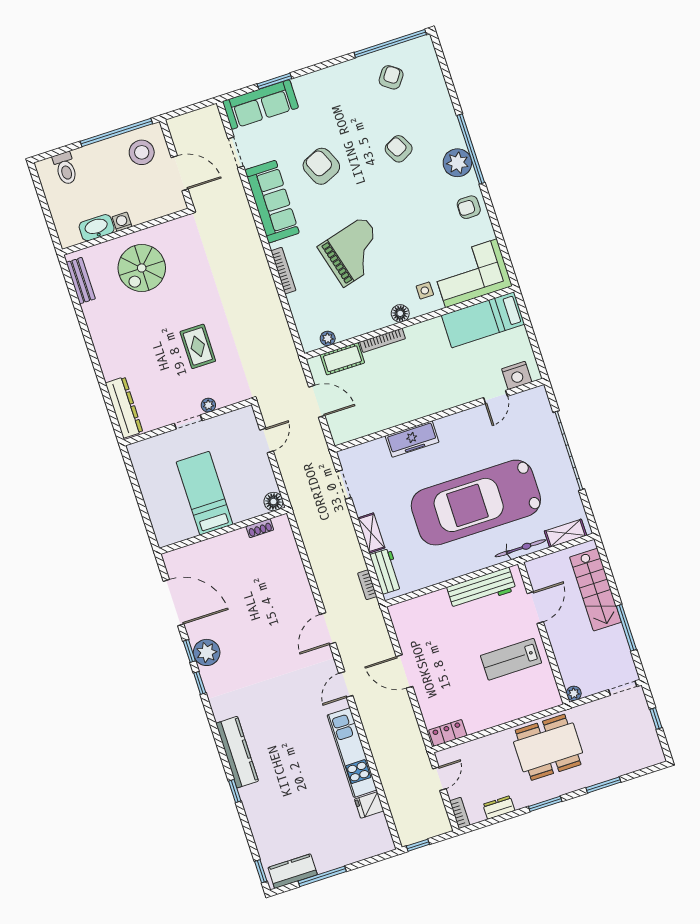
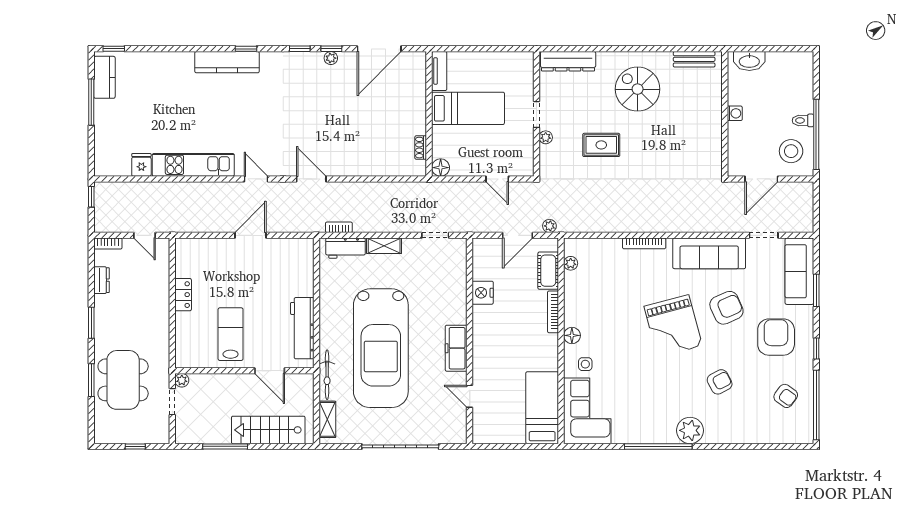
window: (333, 62) -> (816, 348), added
window: (471, 149) -> (658, 446), moved
toilet: (65, 168) -> (803, 120), moved, width x0.73, depth x0.72
armchair: (469, 207) -> (776, 337), moved, width x1.88, depth x1.88
washbasin: (97, 228) -> (749, 61), moved, turned 90
grand piano: (354, 252) -> (673, 326), moved
spiral stairs: (142, 268) -> (638, 89), moved
plant: (297, 372) -> (549, 226), added
nightstand: (517, 375) -> (483, 293), moved
freezer: (412, 439) -> (456, 348), moved
car: (476, 503) -> (381, 348), turned 180
tv unit: (176, 535) -> (439, 71), added
plant: (207, 652) -> (331, 58), width x0.53, depth x0.53
doorway: (623, 688) -> (172, 402), moved
locker: (448, 733) -> (183, 295), moved
dining table: (548, 747) -> (123, 380), moved
window: (235, 791) -> (246, 49), moved

